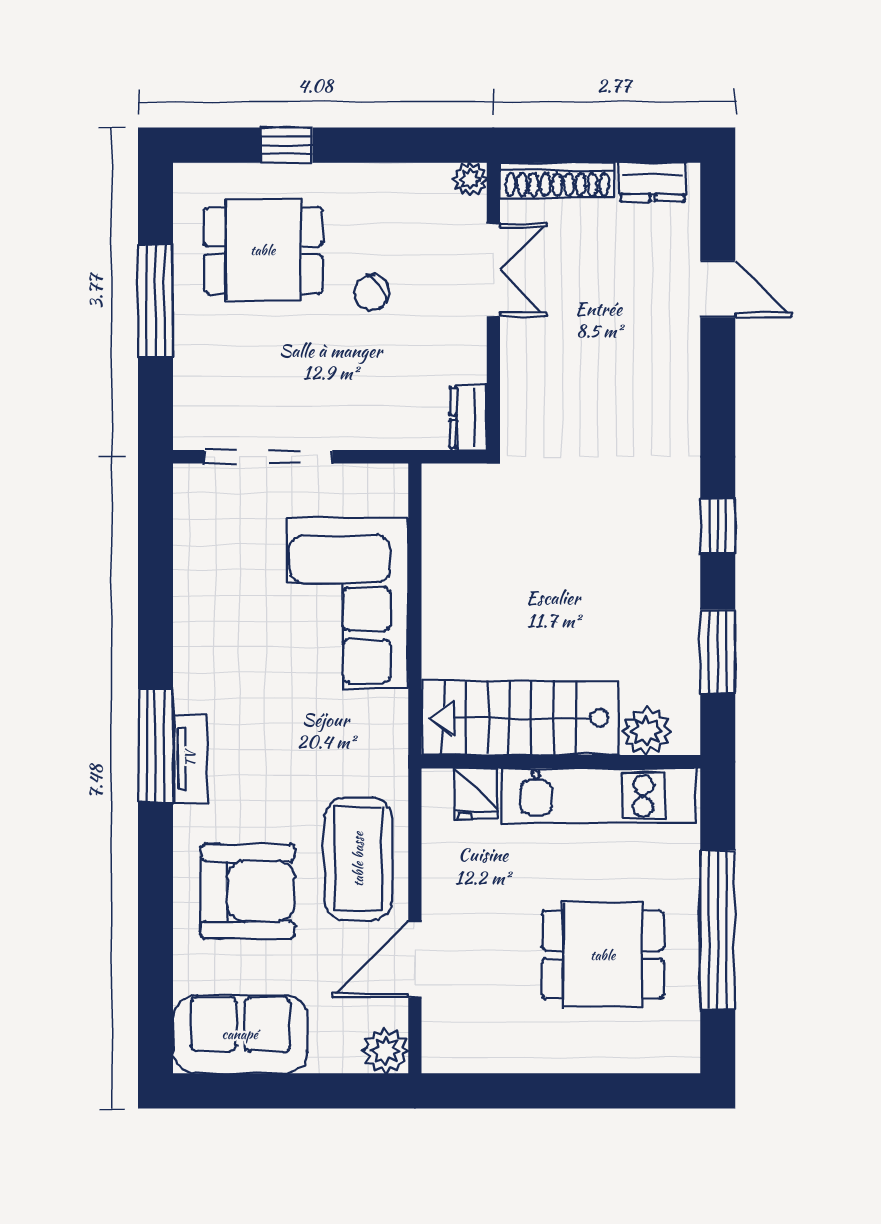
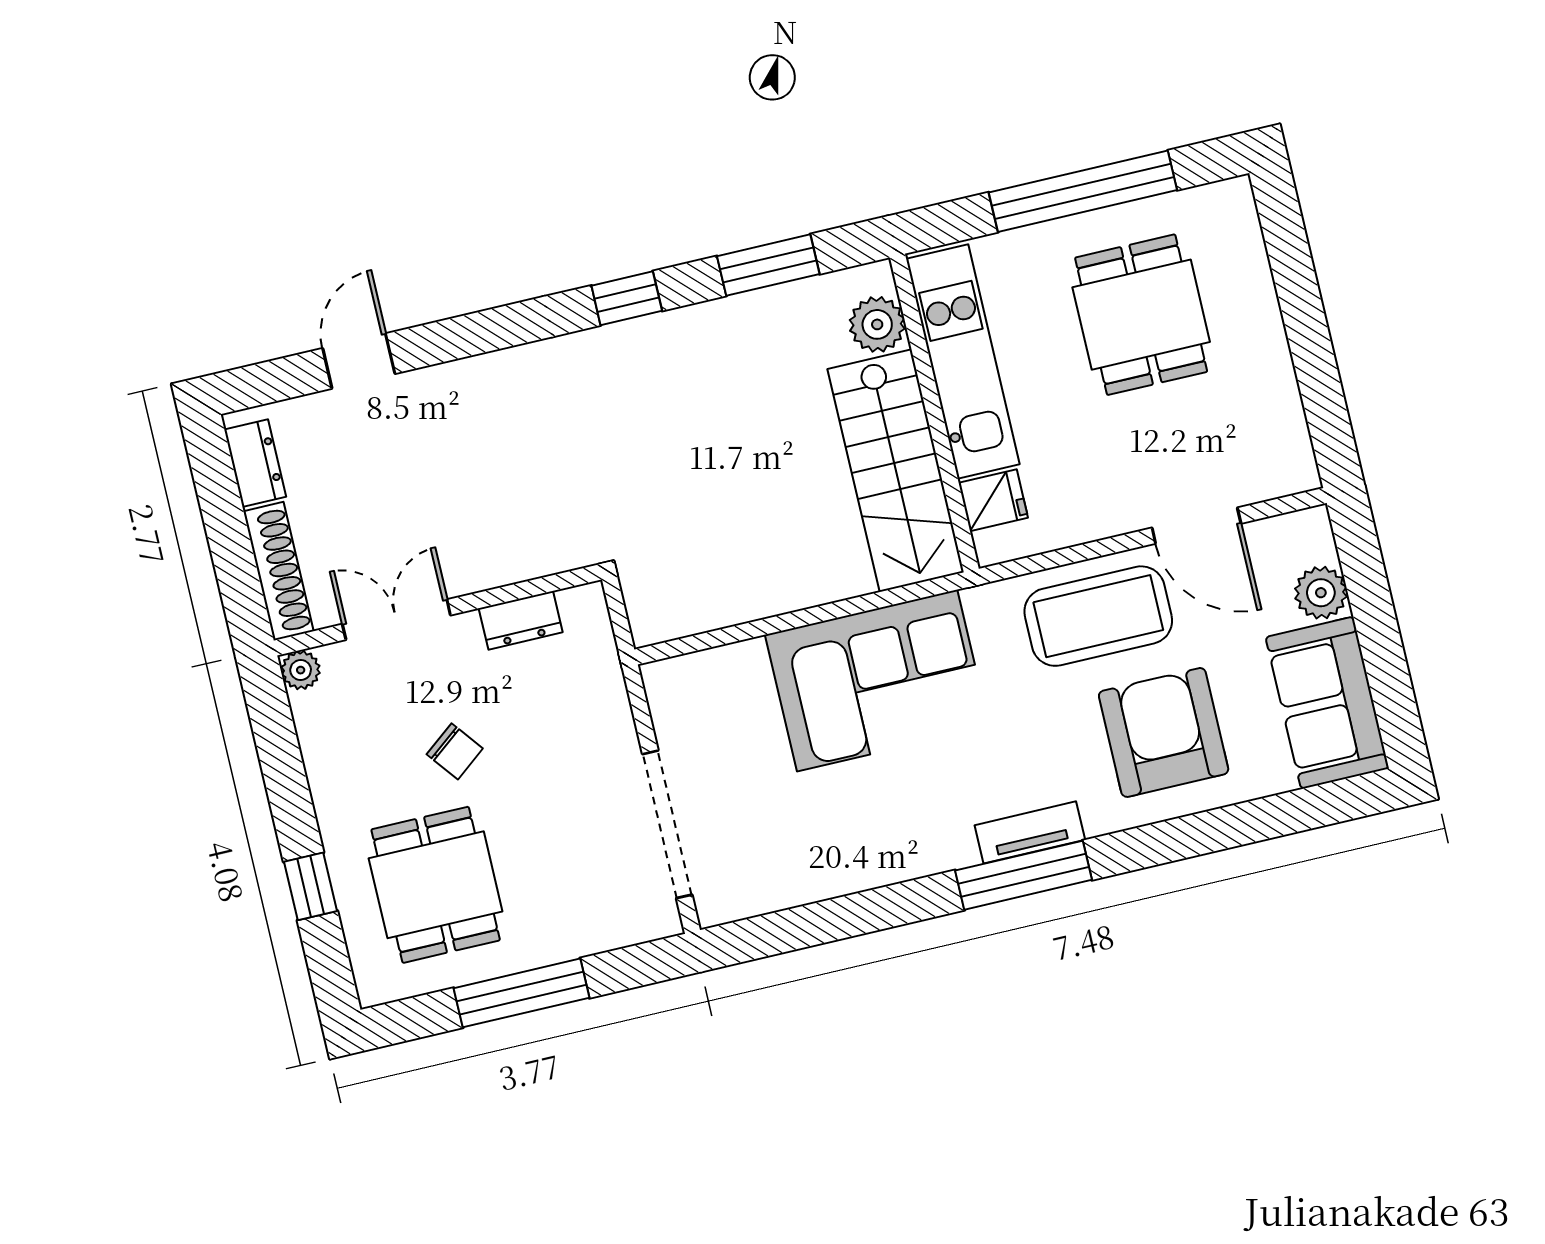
dresser: (468, 417) -> (521, 620), moved
corner sofa: (348, 603) -> (877, 681), moved
plant: (386, 1051) -> (1321, 593), moved

